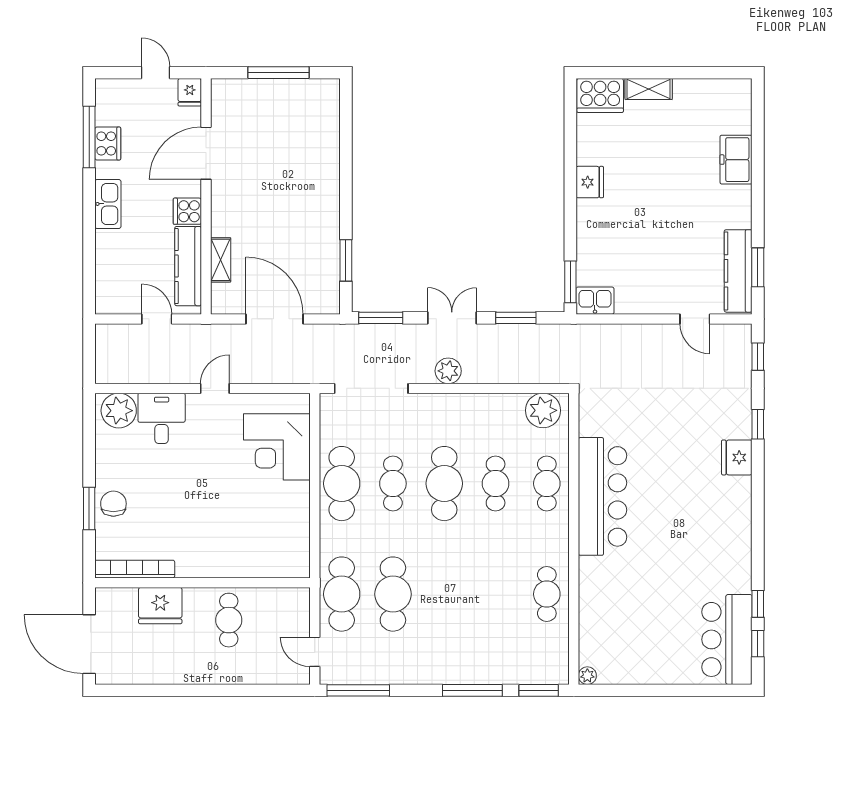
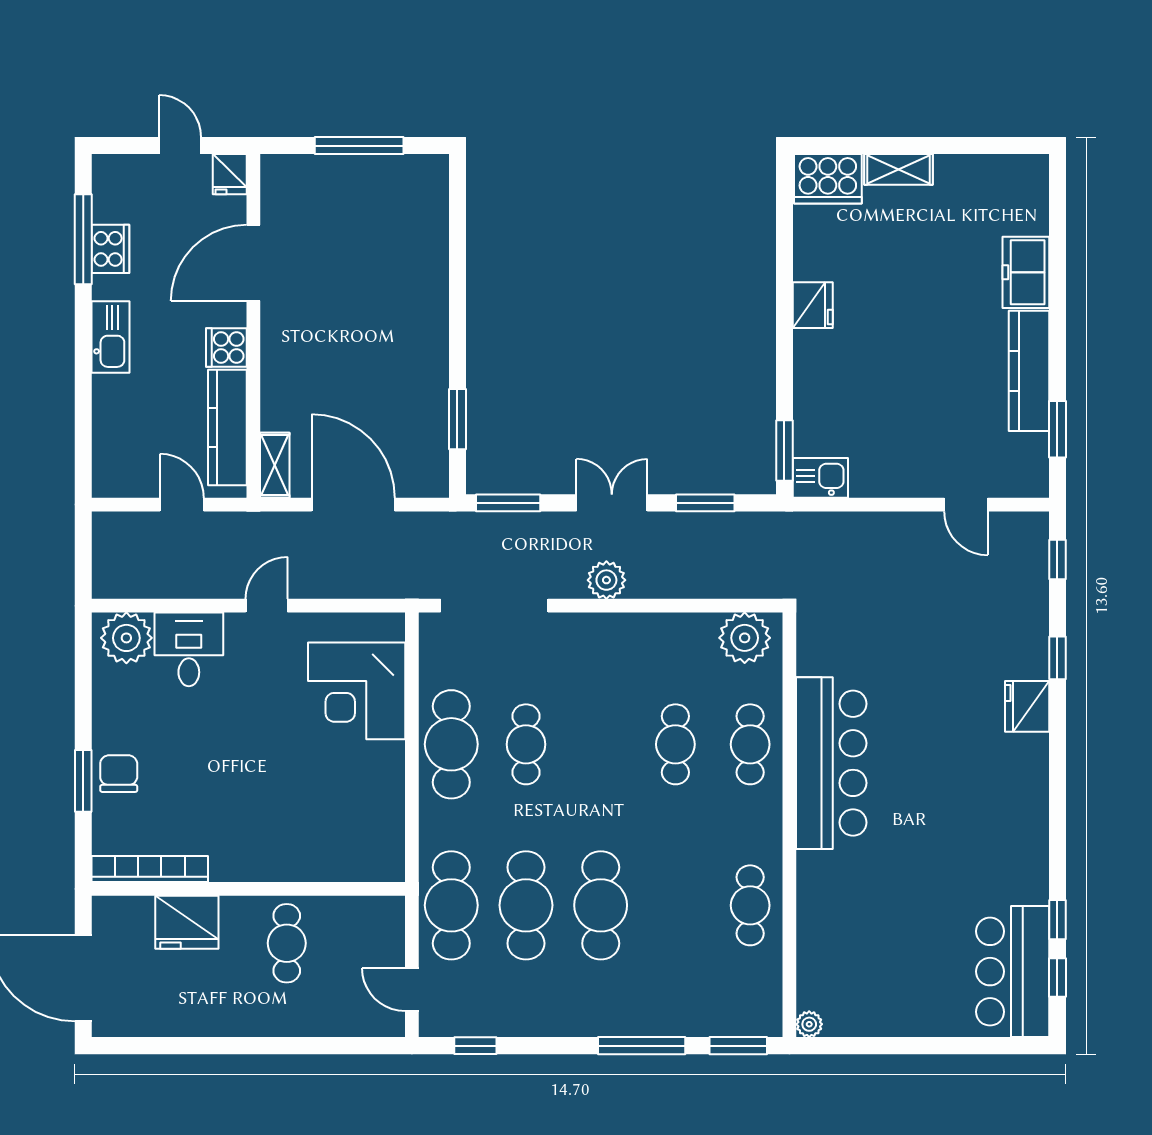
shelving: (221, 260) -> (275, 465), moved
kitchen counter: (738, 271) -> (1029, 371), moved
cafe table: (444, 484) -> (601, 905), moved
window: (358, 690) -> (475, 1046), width x0.46

